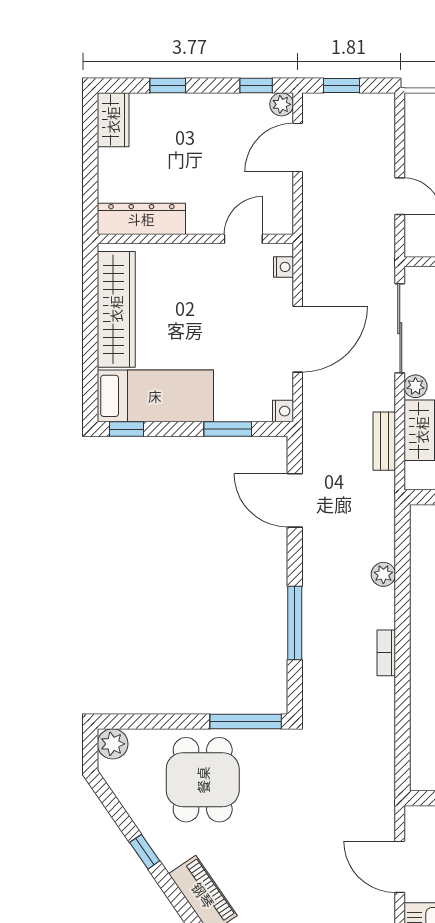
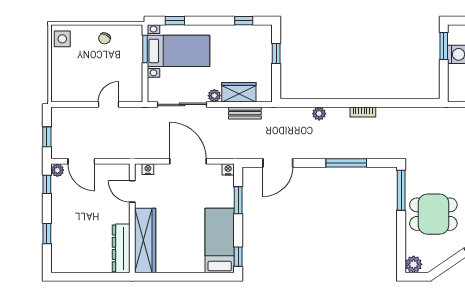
wardrobe: (113, 120) -> (66, 264), removed
wardrobe: (116, 309) -> (145, 240), moved, turned 90

